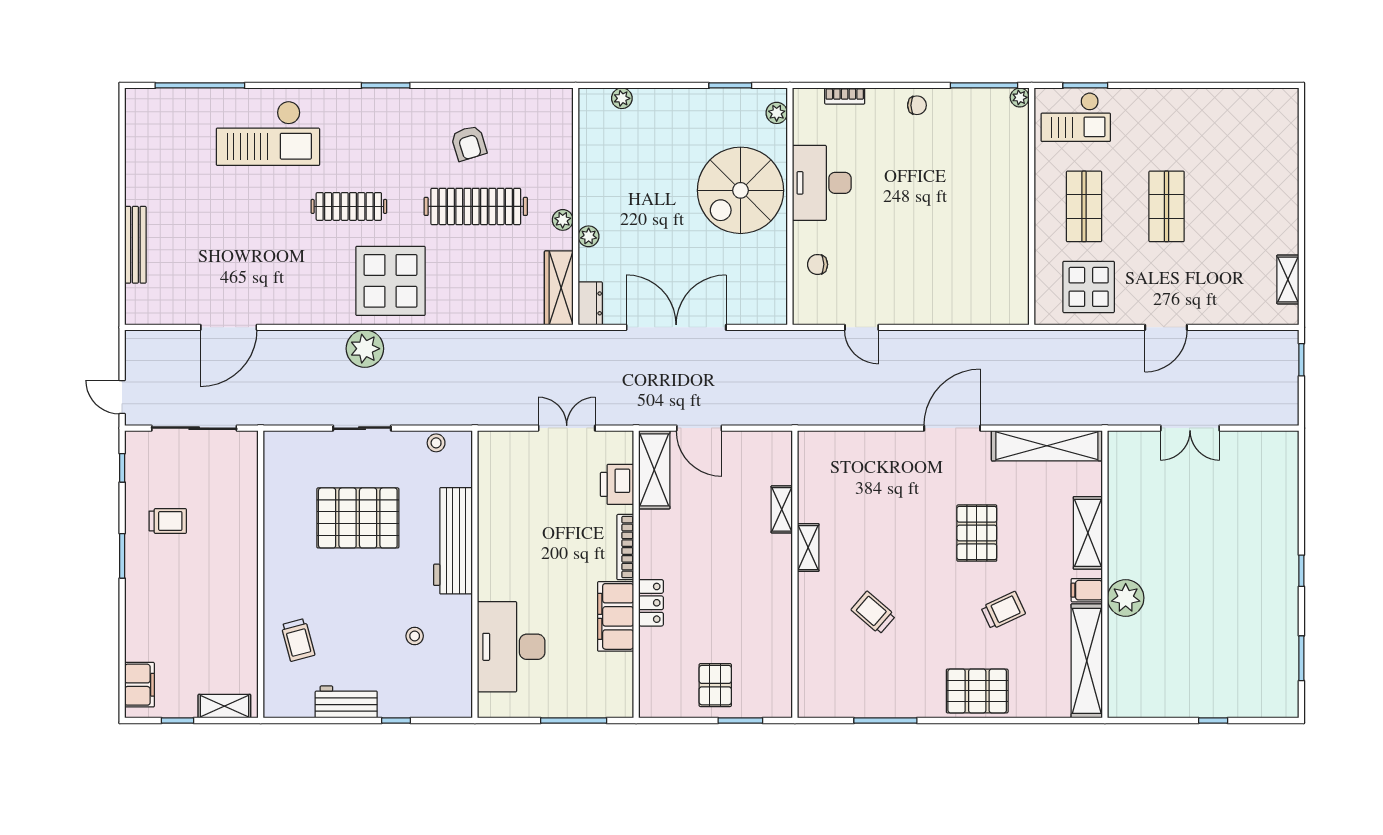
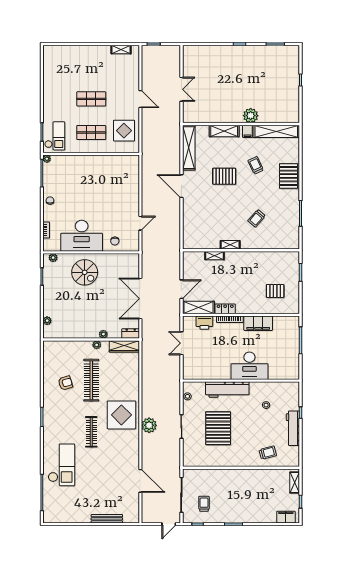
desk: (822, 183) -> (82, 236), width x1.36, depth x1.30
spiral stairs: (741, 190) -> (85, 272), width x0.73, depth x0.73
trolley: (168, 521) -> (204, 504), moved
locker: (651, 603) -> (225, 309), moved
desk: (511, 647) -> (249, 366), moved
pallet: (715, 685) -> (275, 291), moved
workbench: (346, 702) -> (293, 428), width x1.38

